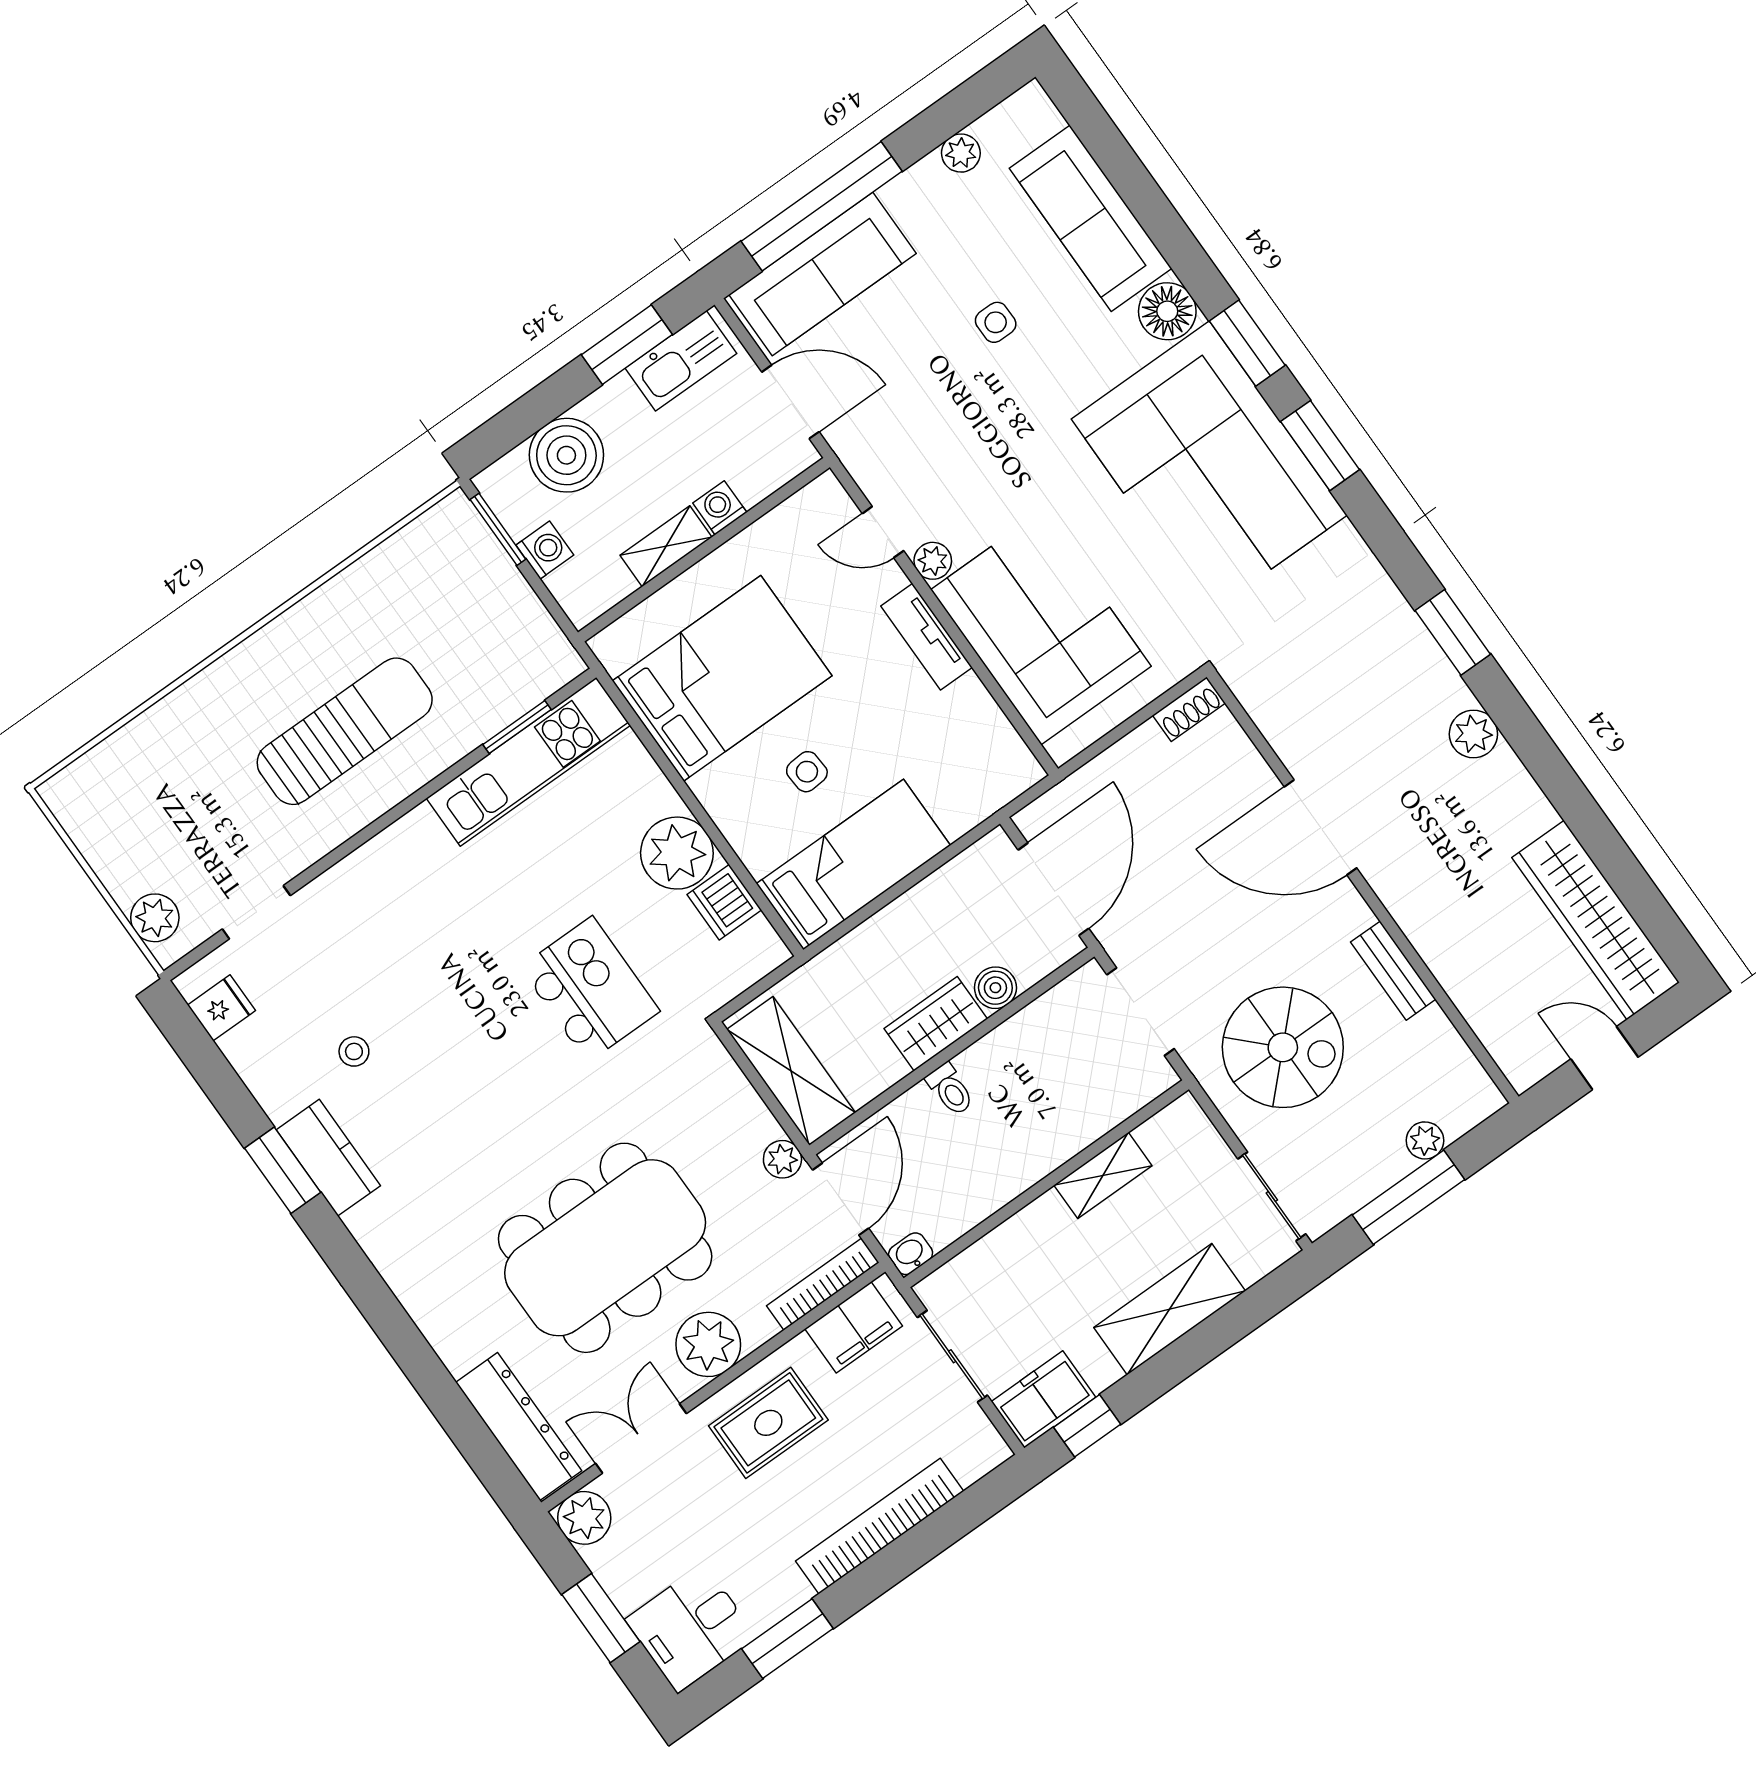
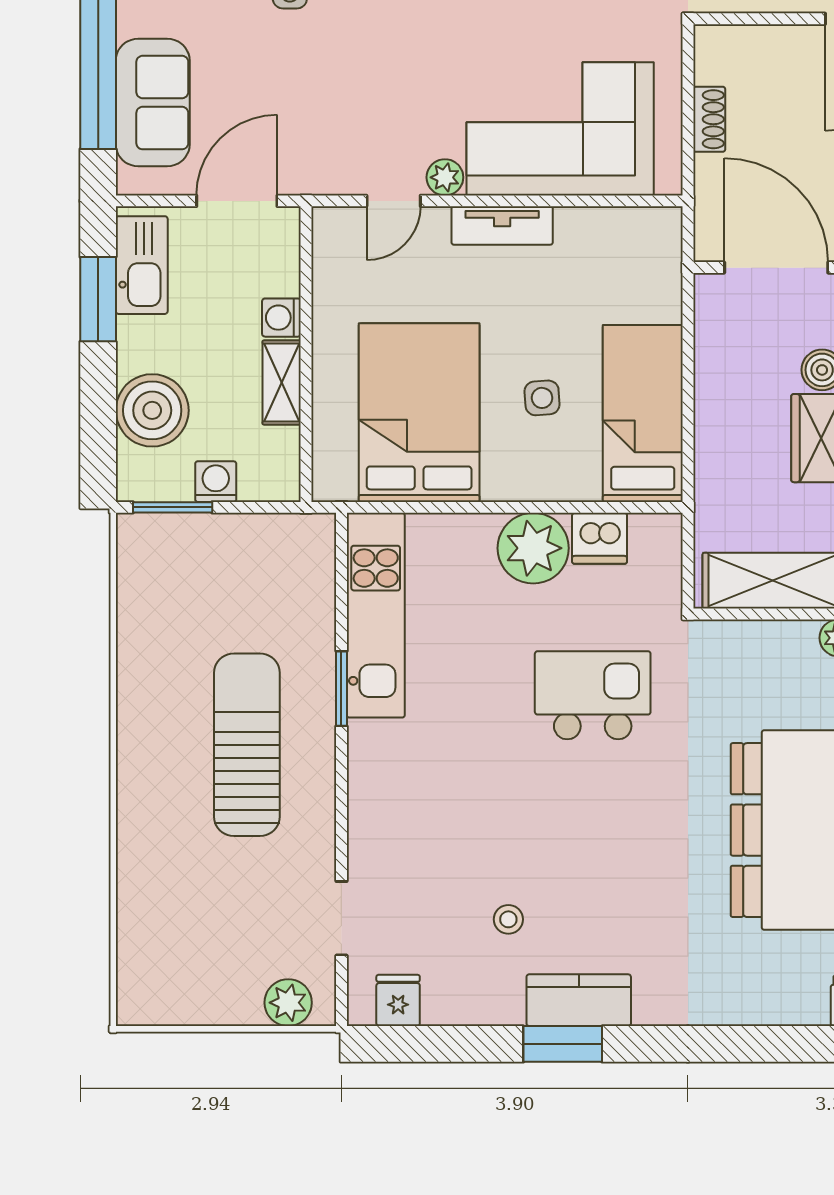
sofa: (822, 274) -> (153, 103), width x0.73
shoe rack: (1189, 709) -> (709, 119), moved
window: (517, 727) -> (341, 689), moved

